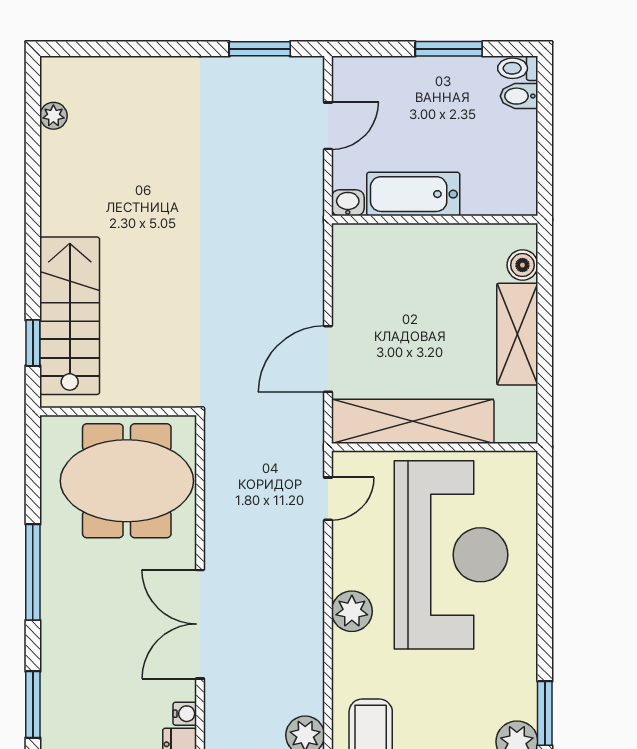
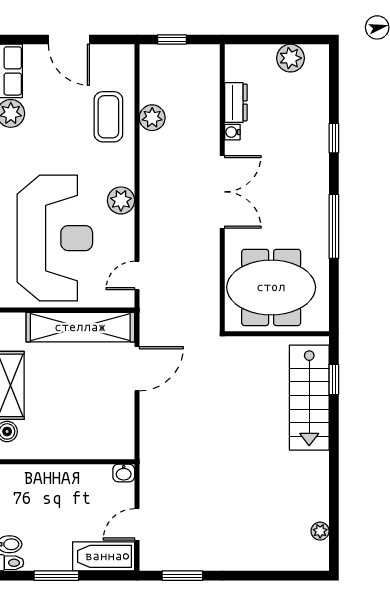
bathtub: (413, 194) -> (104, 556), moved, turned 180
reception desk: (451, 555) -> (55, 238), turned 180
window: (33, 705) -> (334, 138), width x0.67

